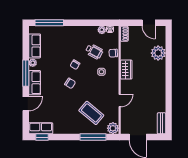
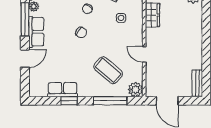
door: (120, 101) -> (144, 54), swing flipped
row of seats: (41, 128) -> (63, 90), moved
window: (42, 137) -> (69, 101), moved

